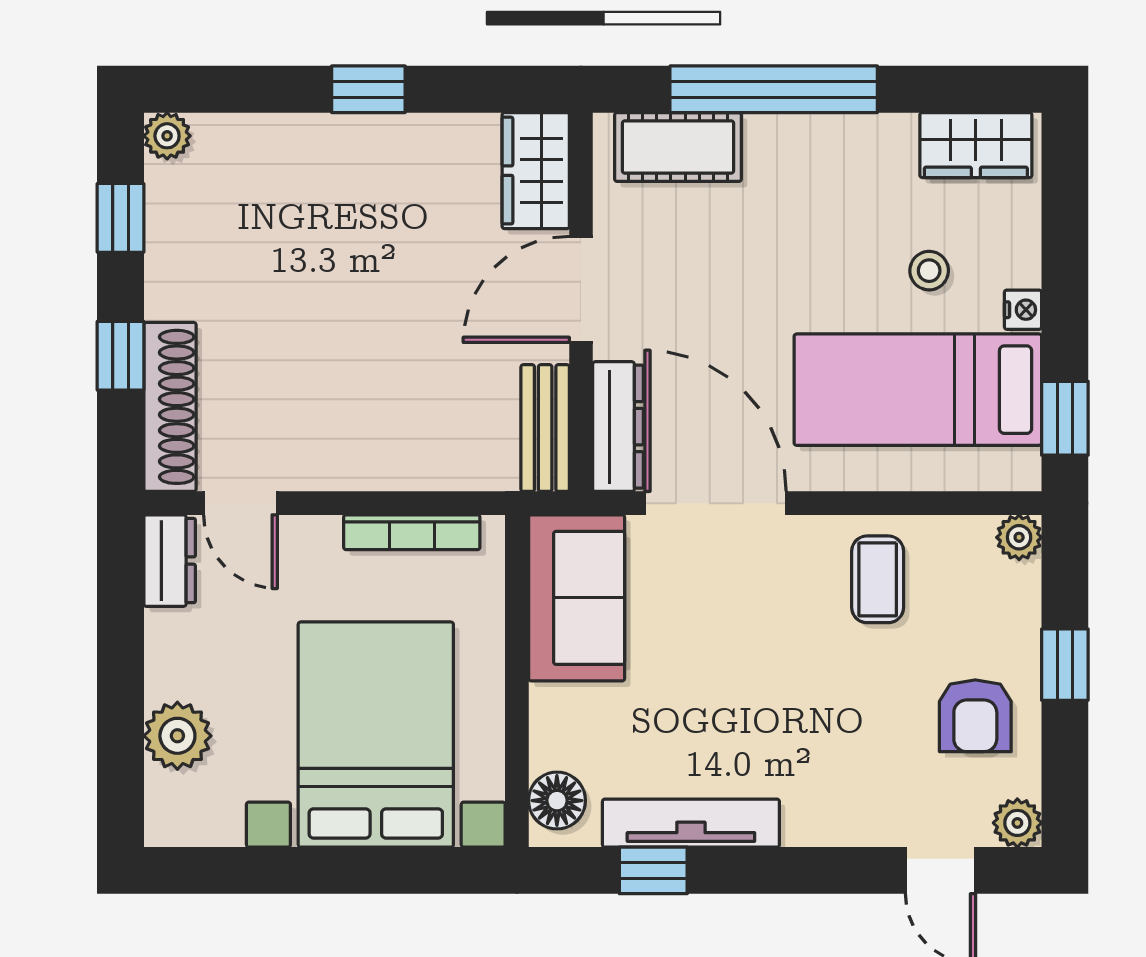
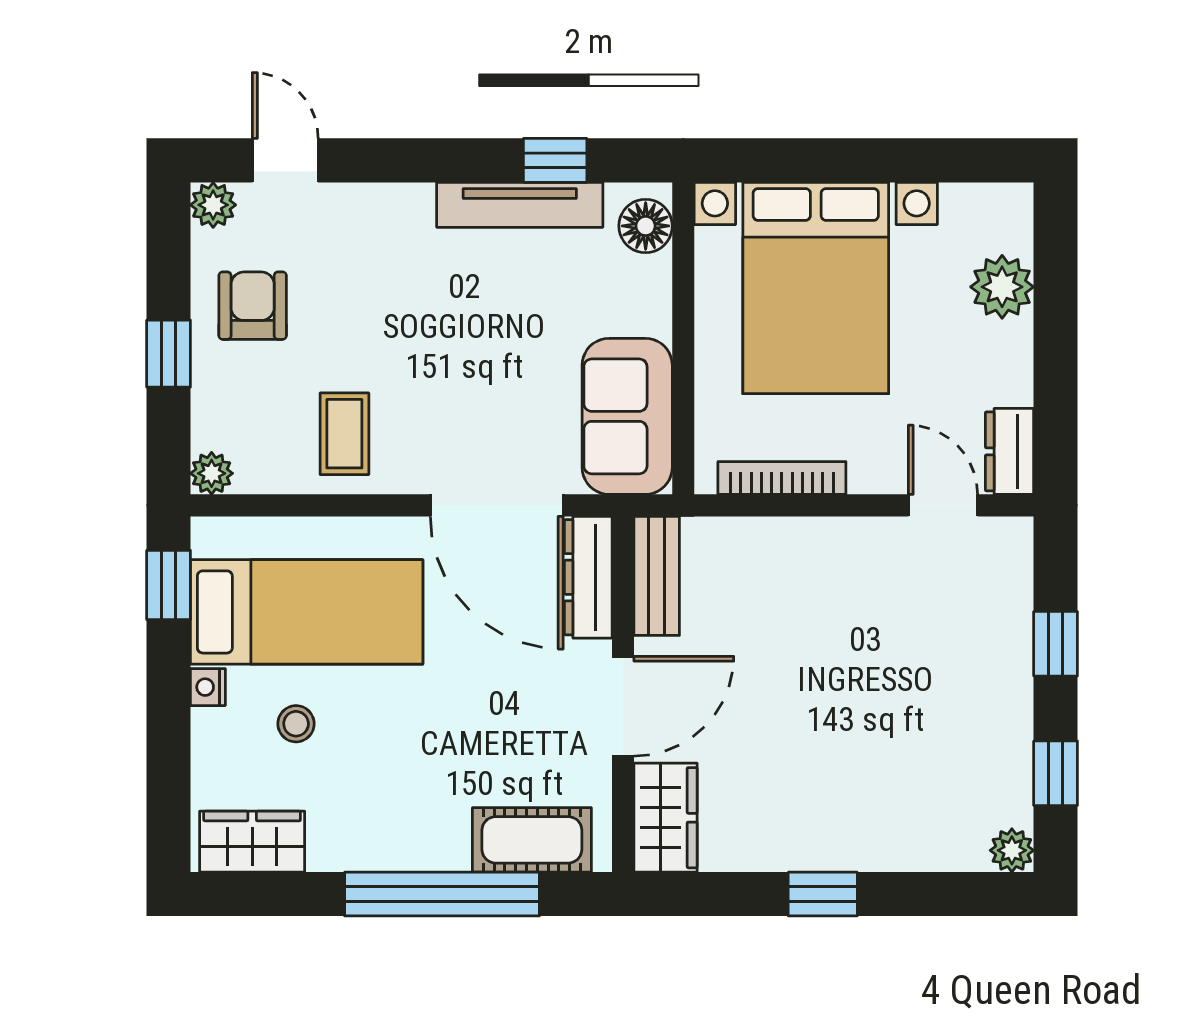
shoe rack: (170, 407) -> (1009, 596), removed

